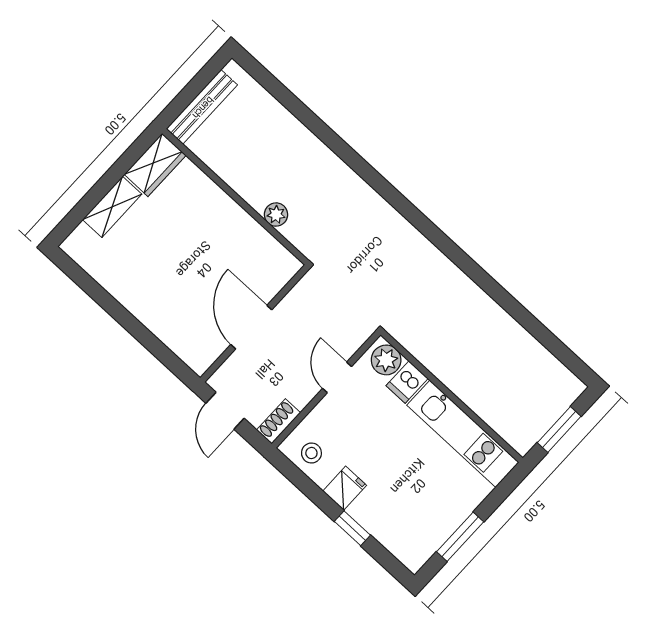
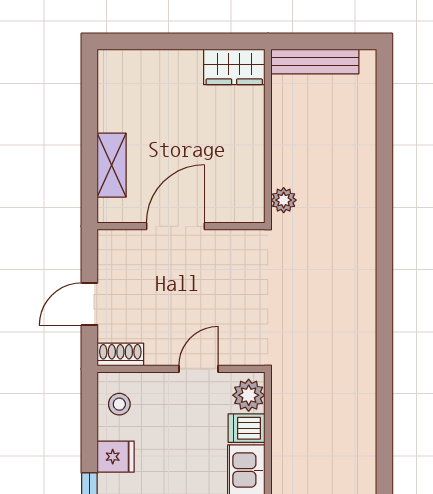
shelving: (112, 207) -> (112, 165), moved, turned 90
wall: (255, 323) -> (181, 226), moved
door: (251, 327) -> (176, 226), moved

